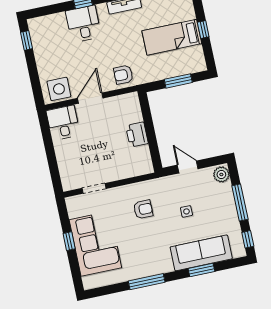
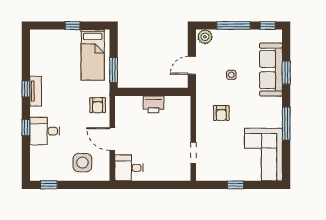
bed: (172, 37) -> (93, 55), moved
window: (178, 81) -> (114, 70), moved
side table: (59, 89) -> (82, 163), moved
armchair: (143, 209) -> (221, 113), turned 180
corner sofa: (95, 244) -> (263, 155), moved, turned -90

